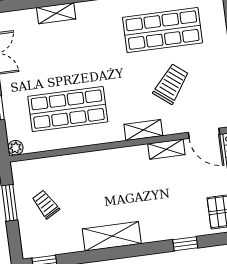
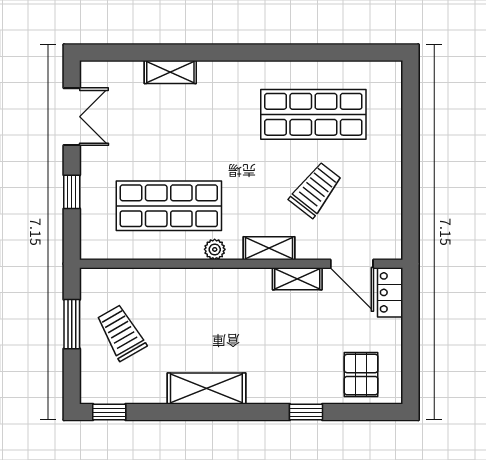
plant: (15, 148) -> (215, 249), moved
trolley: (46, 204) -> (121, 333), width x1.36, depth x1.39

